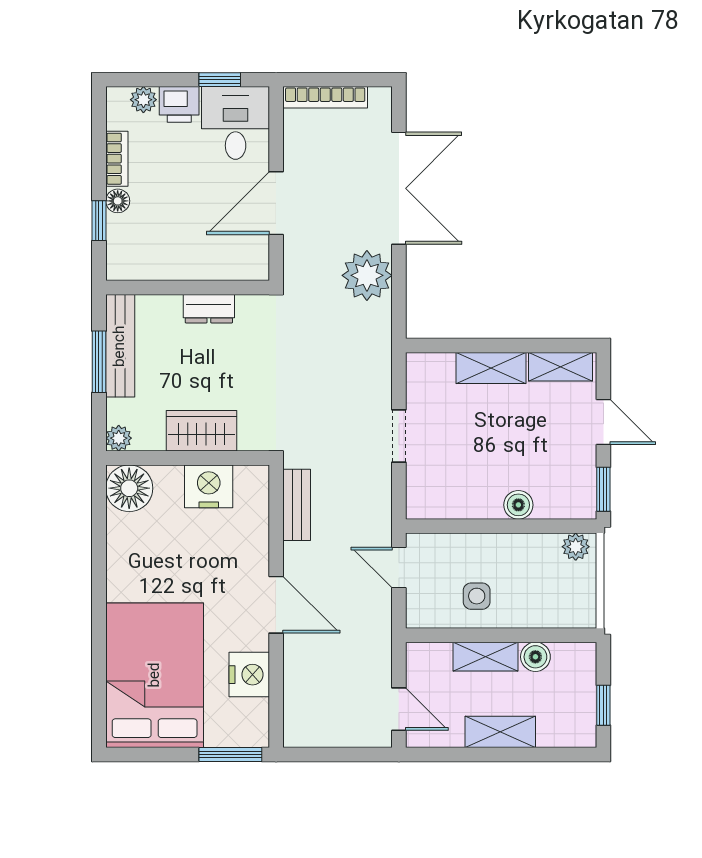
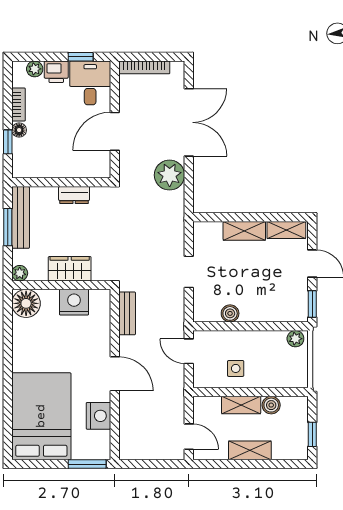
boiler: (518, 505) -> (230, 313), moved

